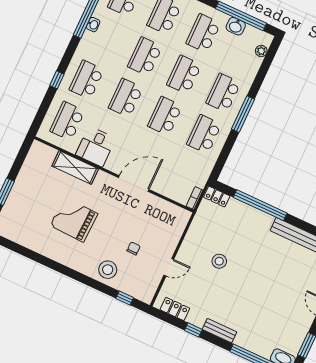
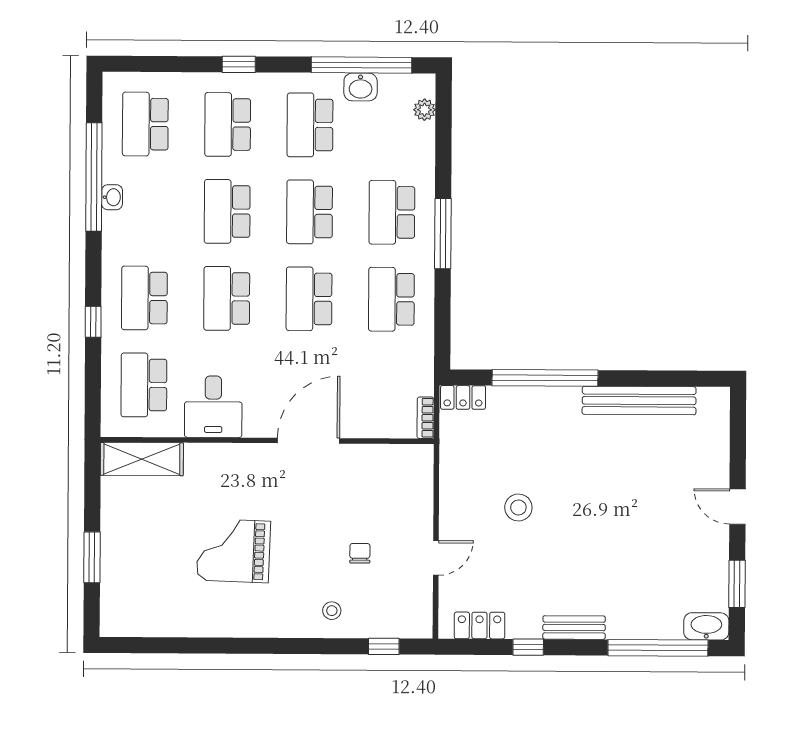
shelving: (75, 167) -> (142, 459), moved
stool: (108, 270) -> (332, 611), width x0.53, depth x0.53

